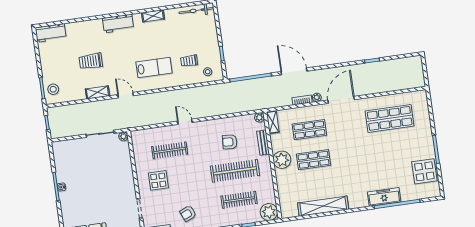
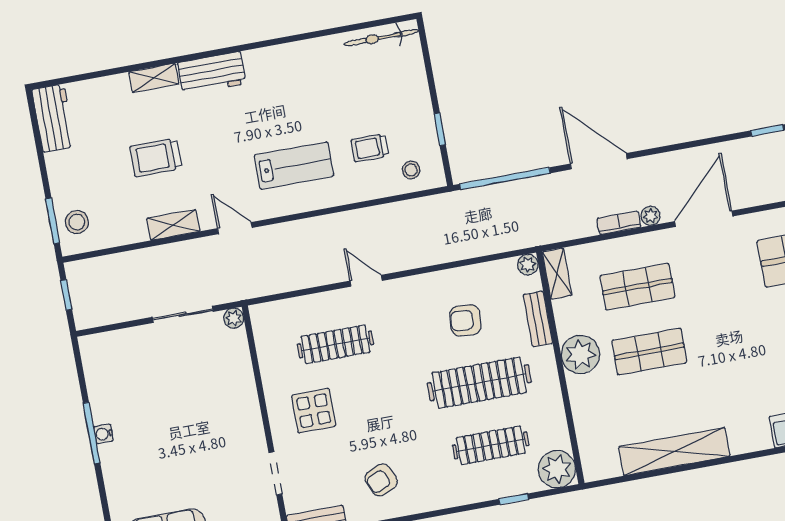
shelving: (153, 16) -> (154, 78), moved
workbench: (51, 33) -> (54, 118), moved, turned -90

